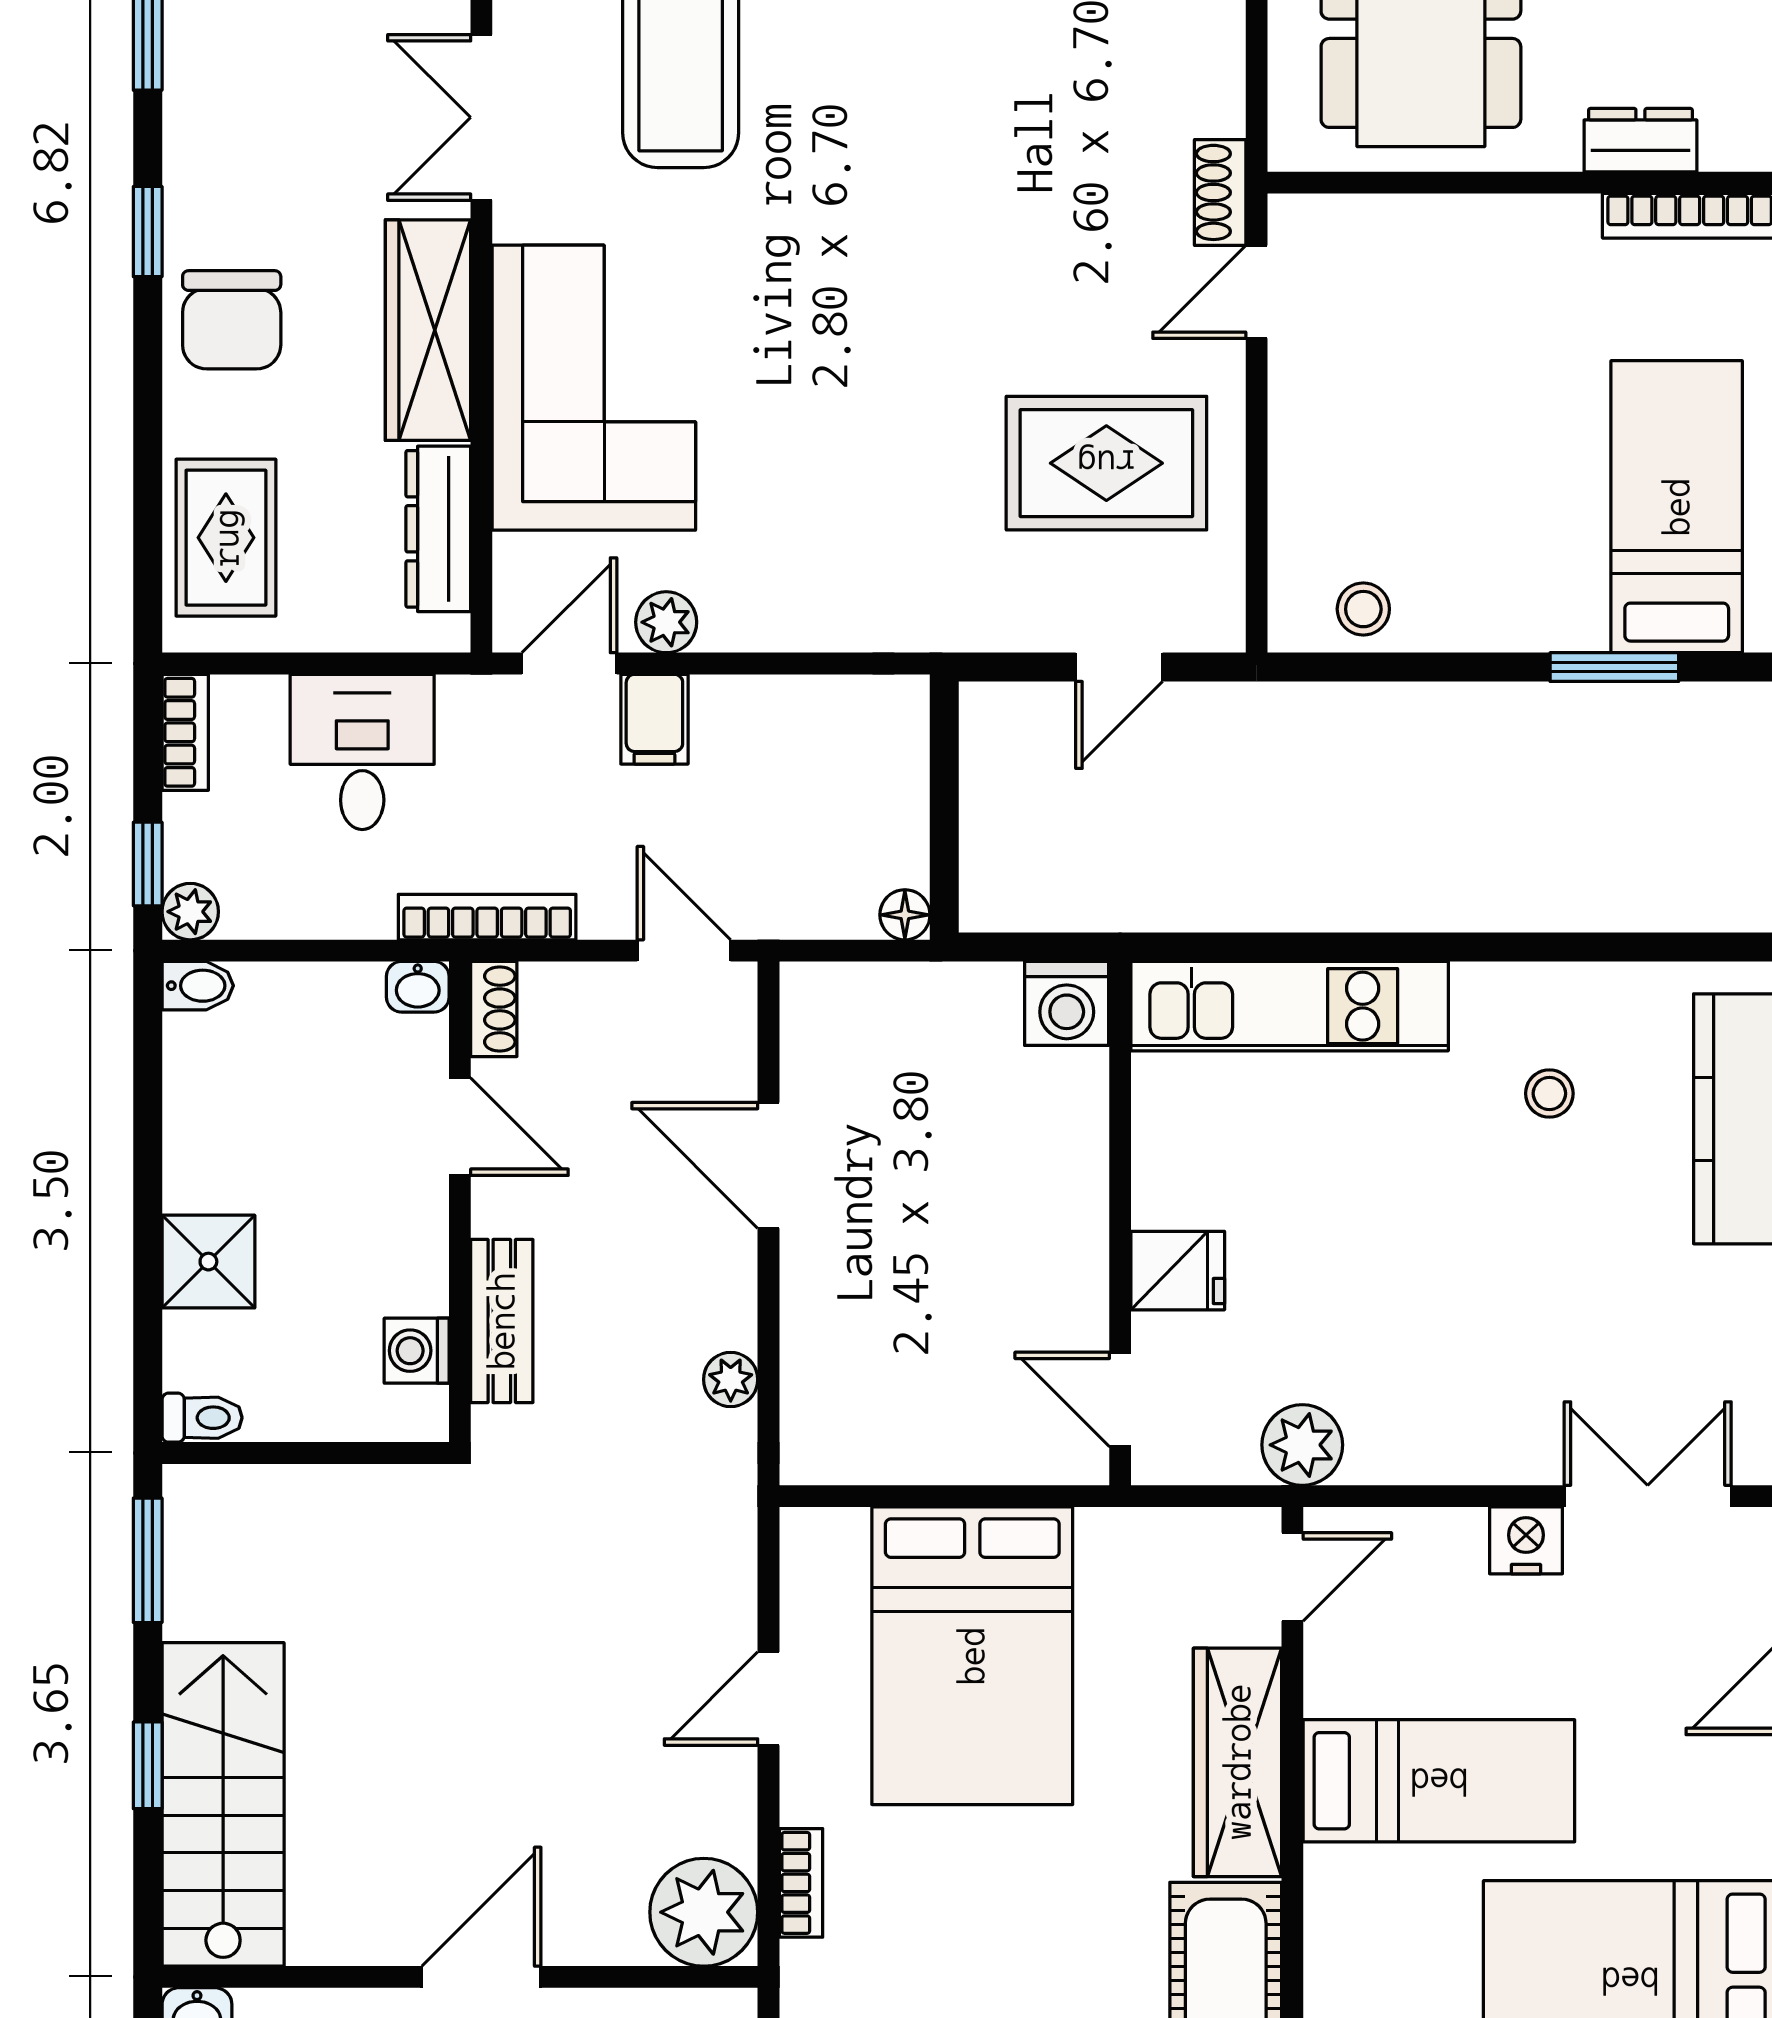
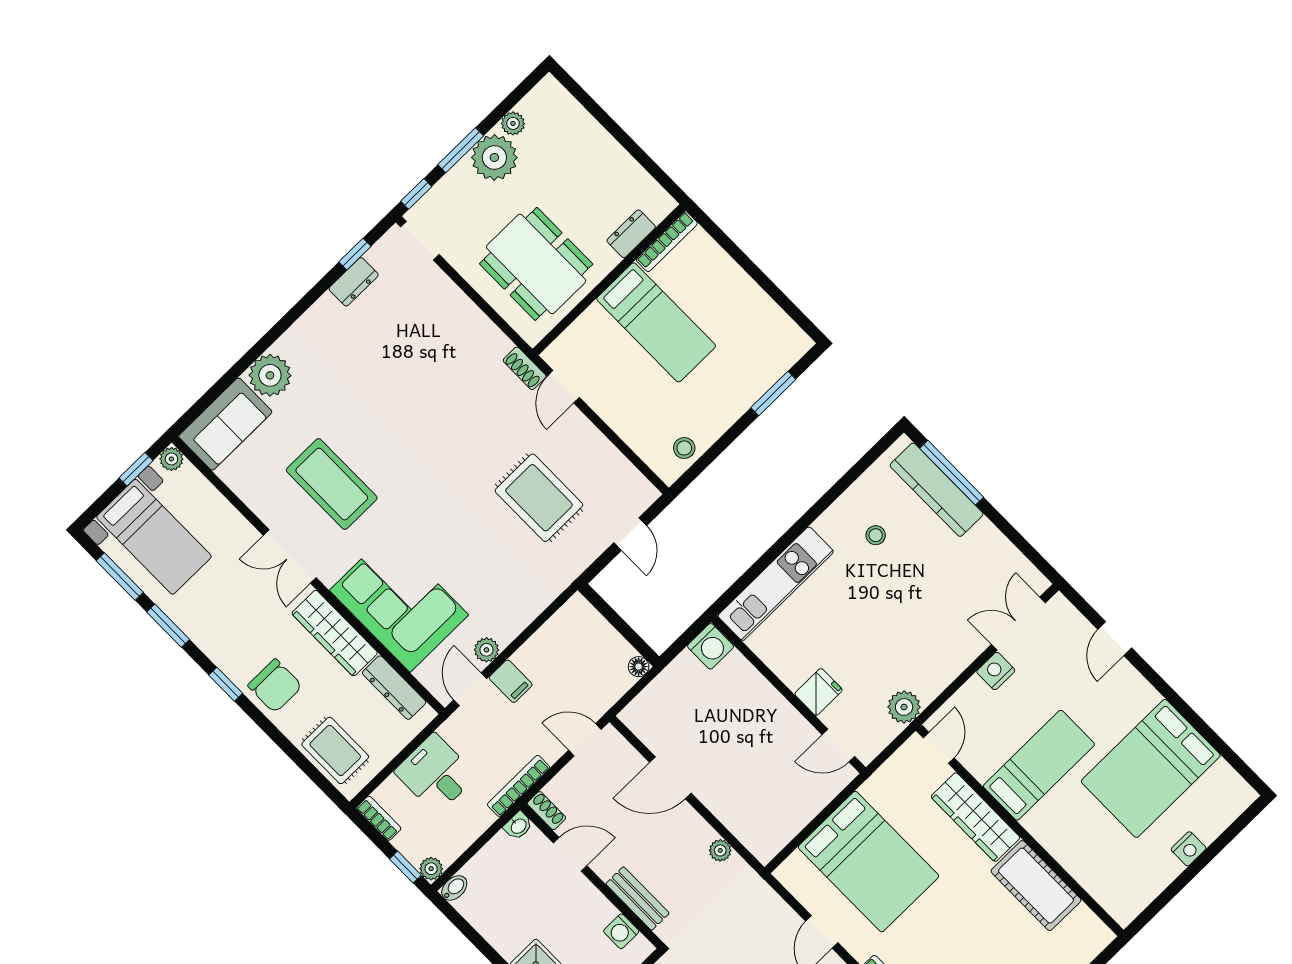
rug: (1106, 463) -> (539, 498), moved, turned 90
bed: (1677, 507) -> (656, 322), moved, turned 180

